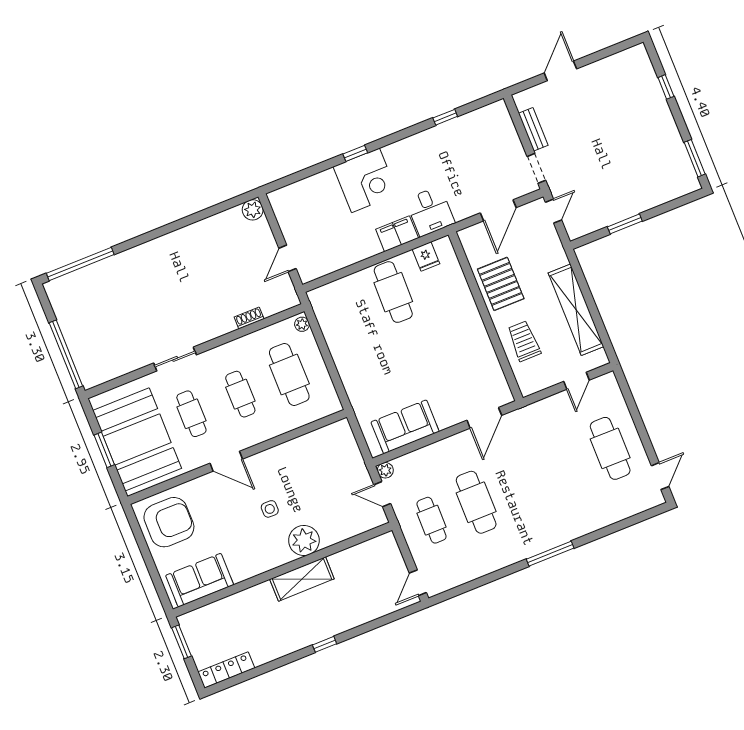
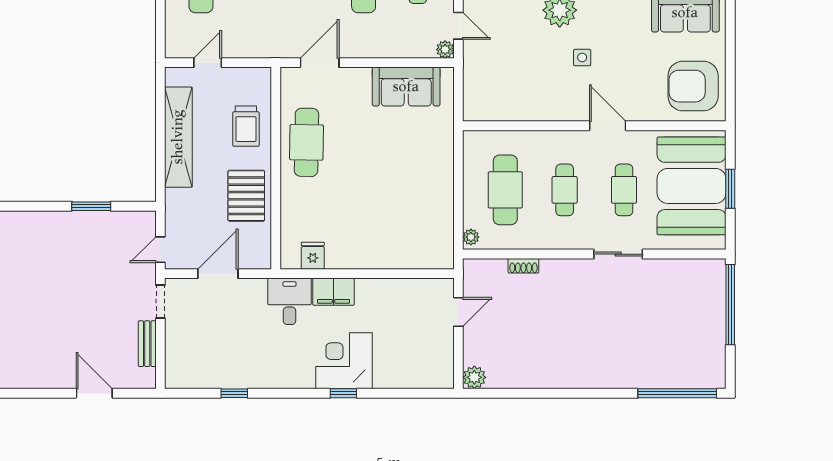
door: (560, 71) -> (94, 393), swing flipped
cafe table: (393, 292) -> (307, 142), moved

